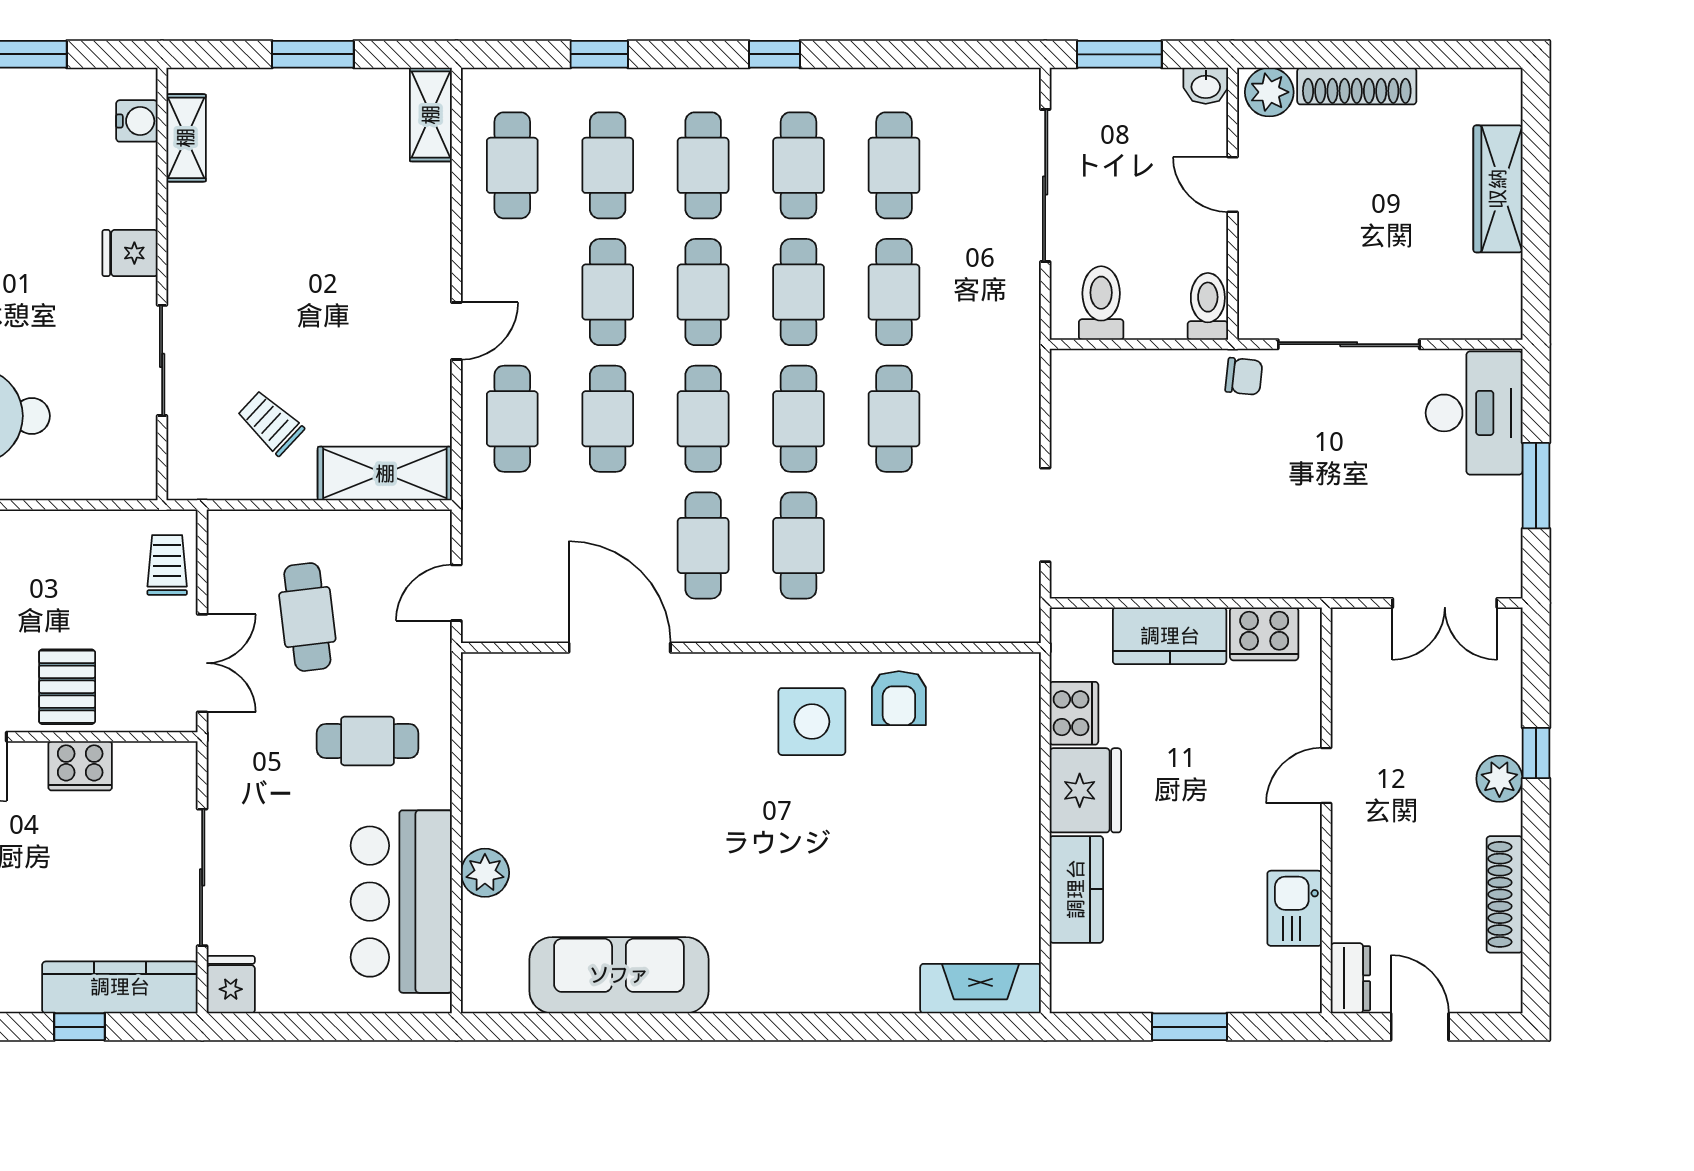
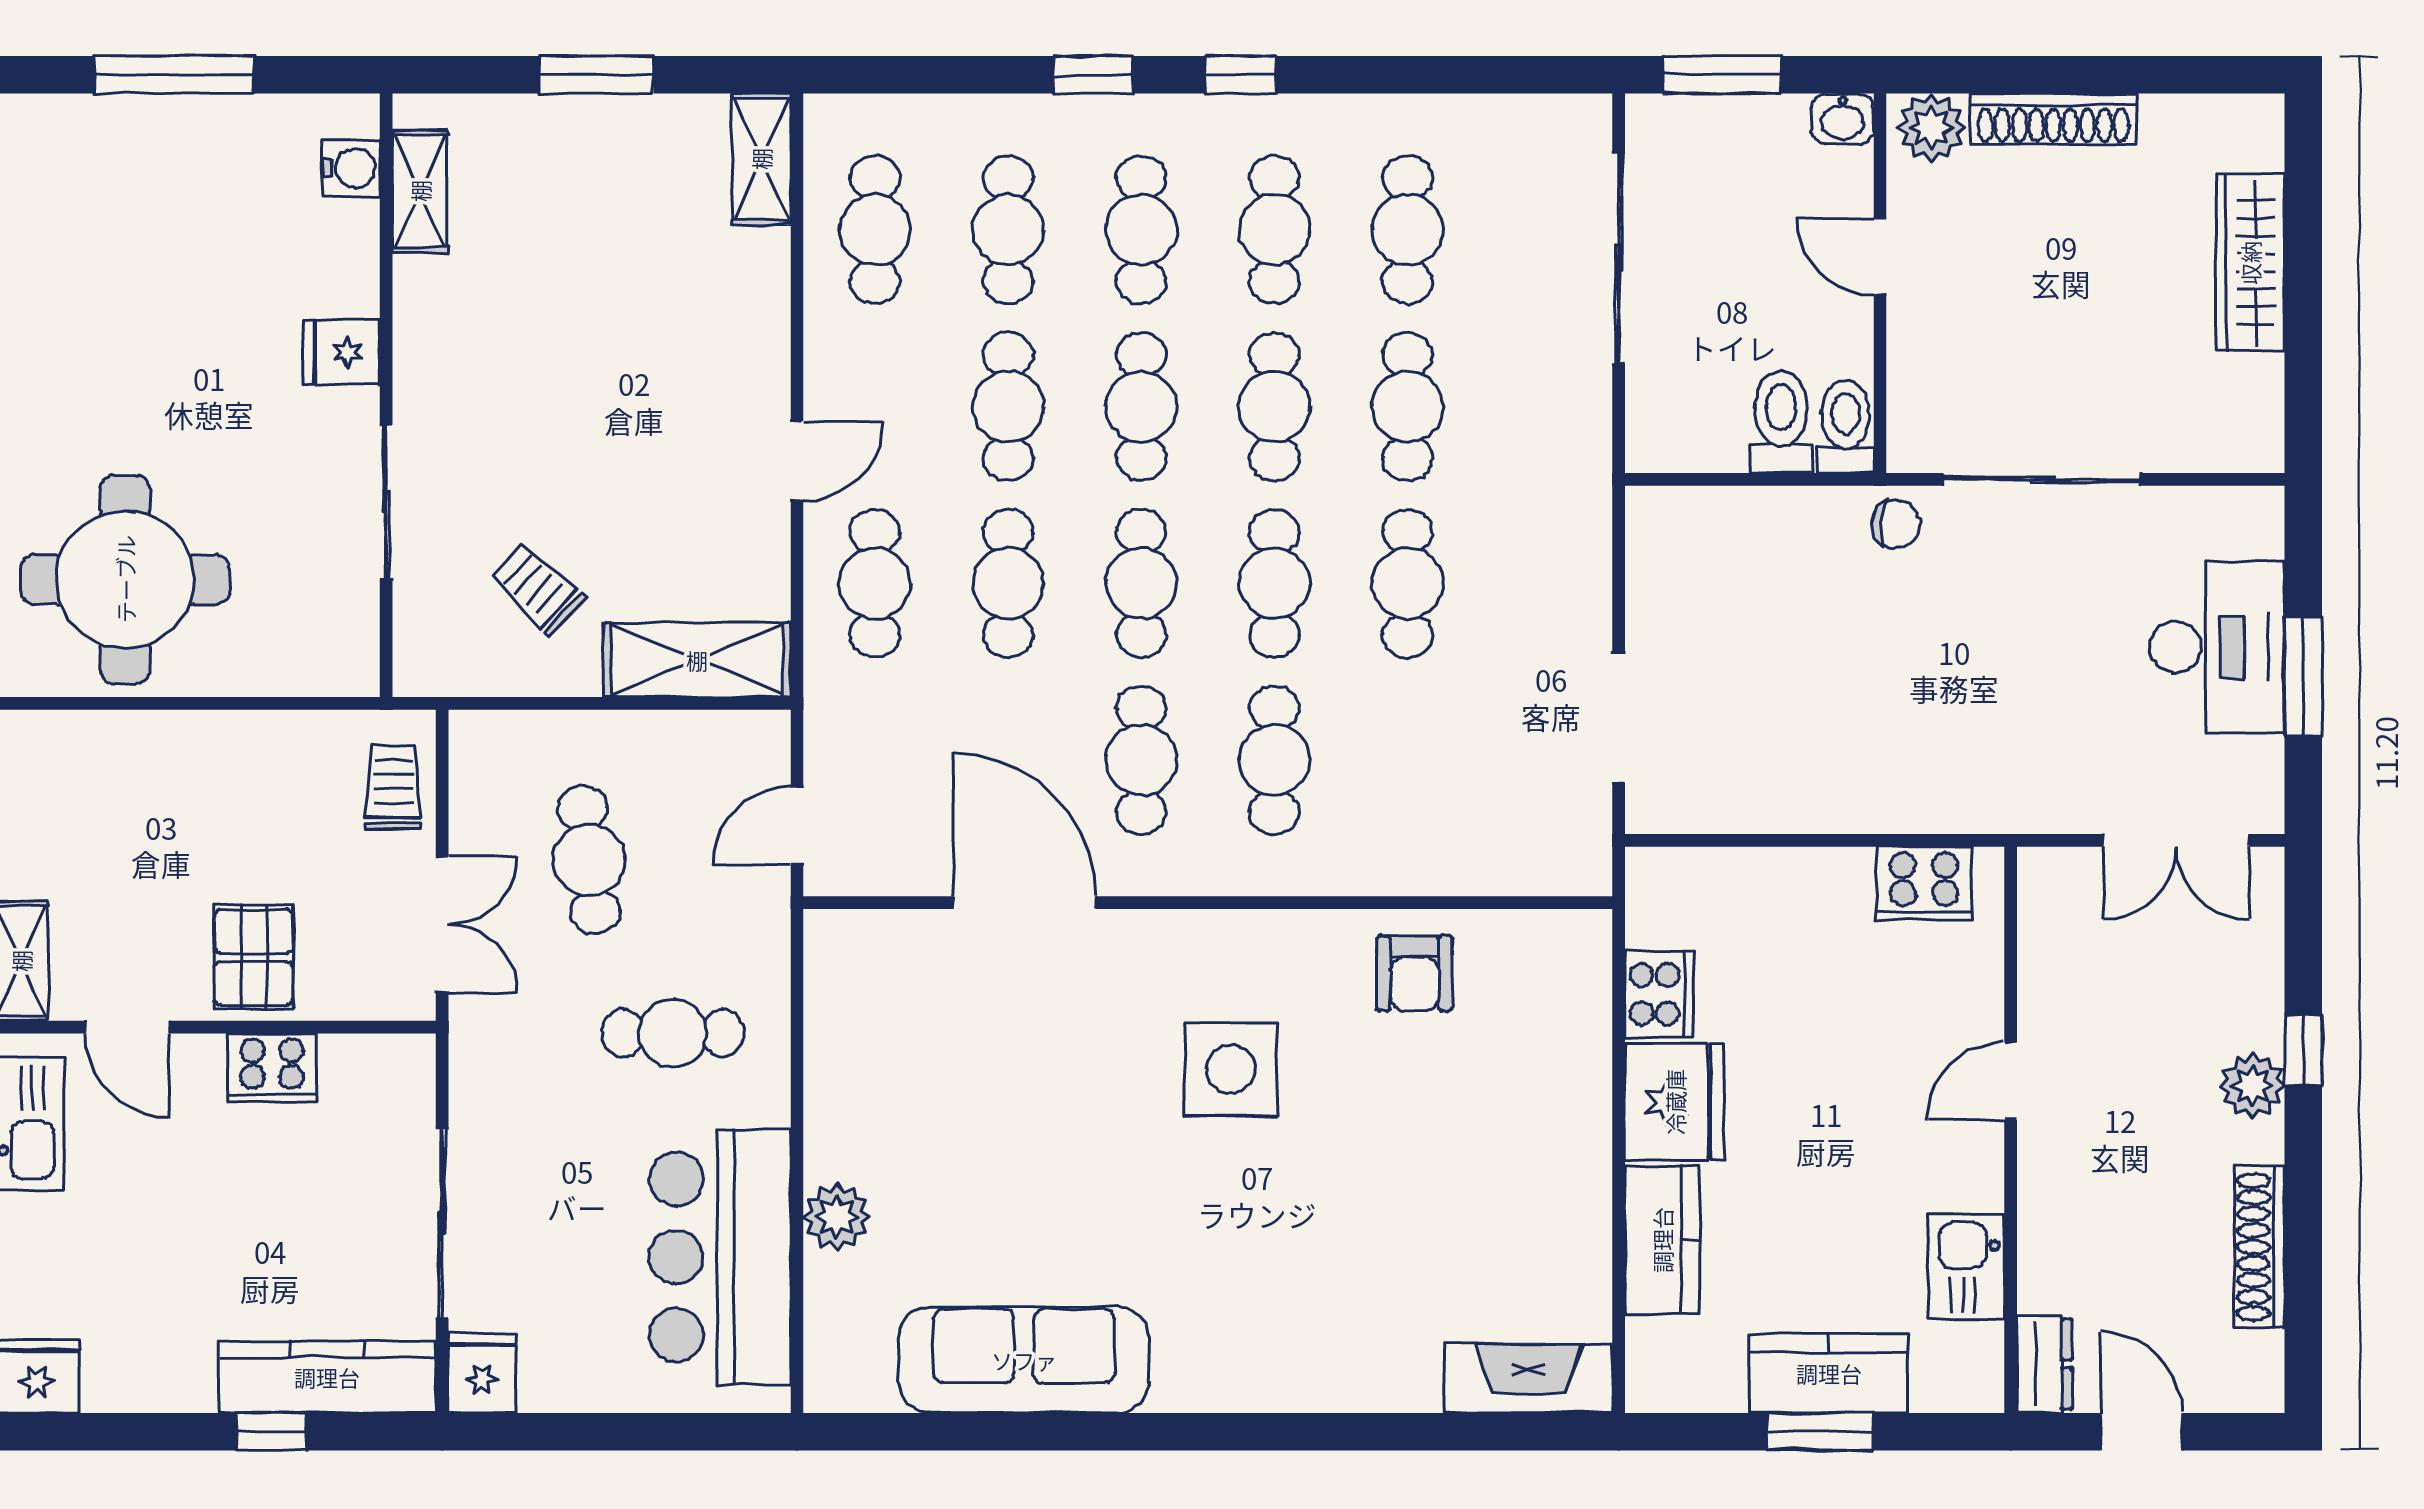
window: (599, 54) -> (1093, 75), moved
toilet: (1101, 303) -> (1781, 422), moved
desk: (1474, 413) -> (2217, 647), moved
kitchen counter: (1170, 636) -> (1829, 1373), moved, turned 180
side table: (812, 722) -> (1231, 1069), moved

